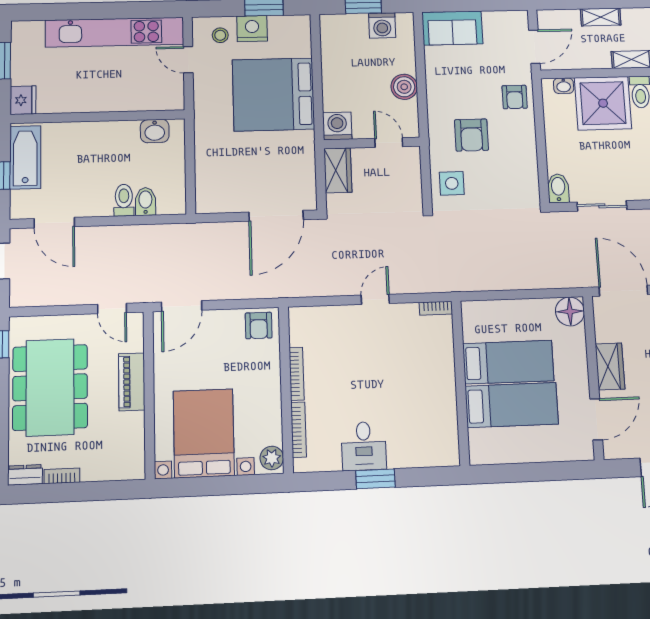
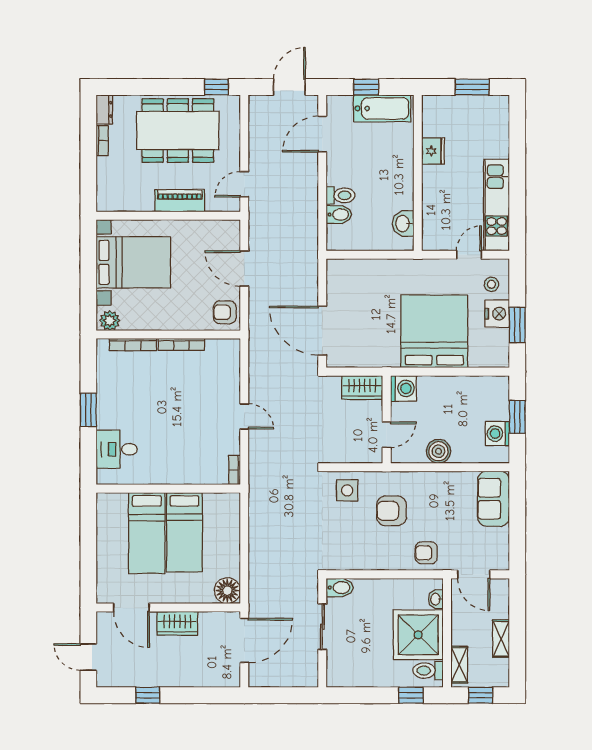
kitchen unit: (115, 32) -> (497, 205), width x0.73
fridge: (23, 100) -> (433, 151), moved, turned -90
door: (182, 306) -> (244, 269), moved
desk: (364, 446) -> (117, 449), moved

